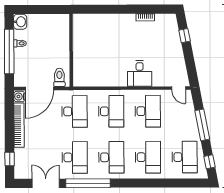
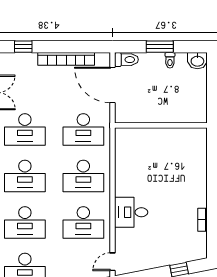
window: (9, 51) -> (160, 47), width x0.47
toilet: (59, 77) -> (126, 60), moved
water cooler: (19, 97) -> (102, 59), removed

